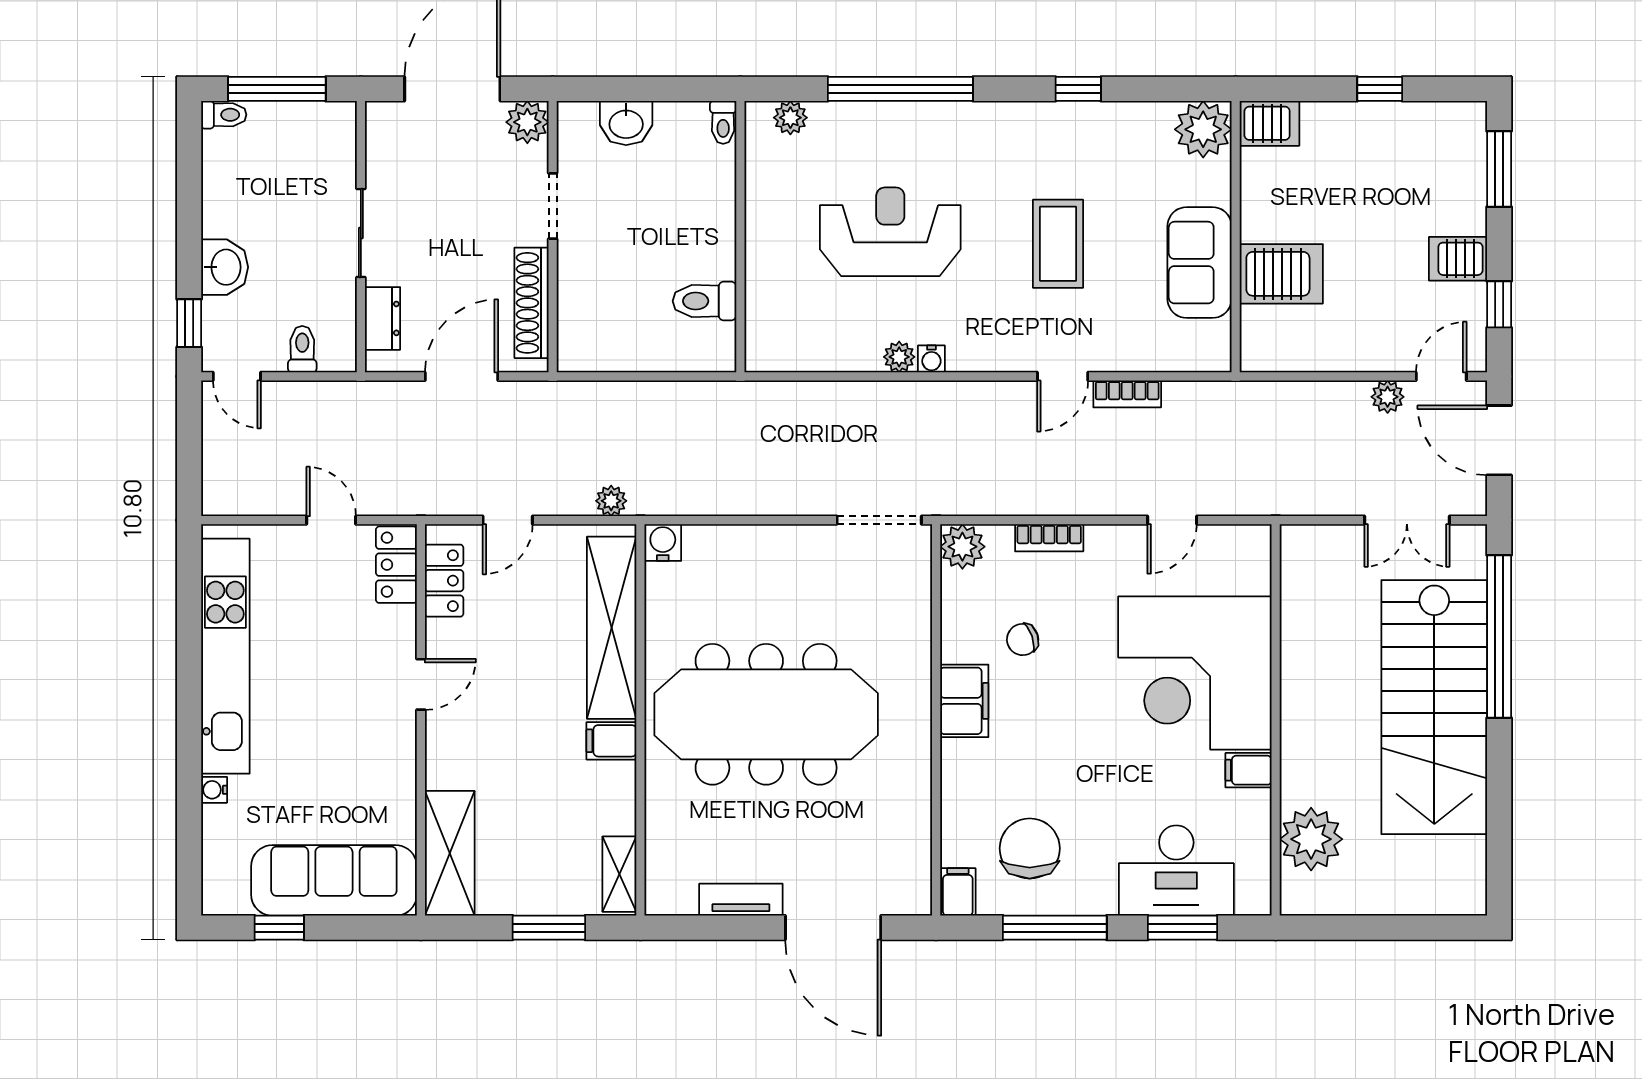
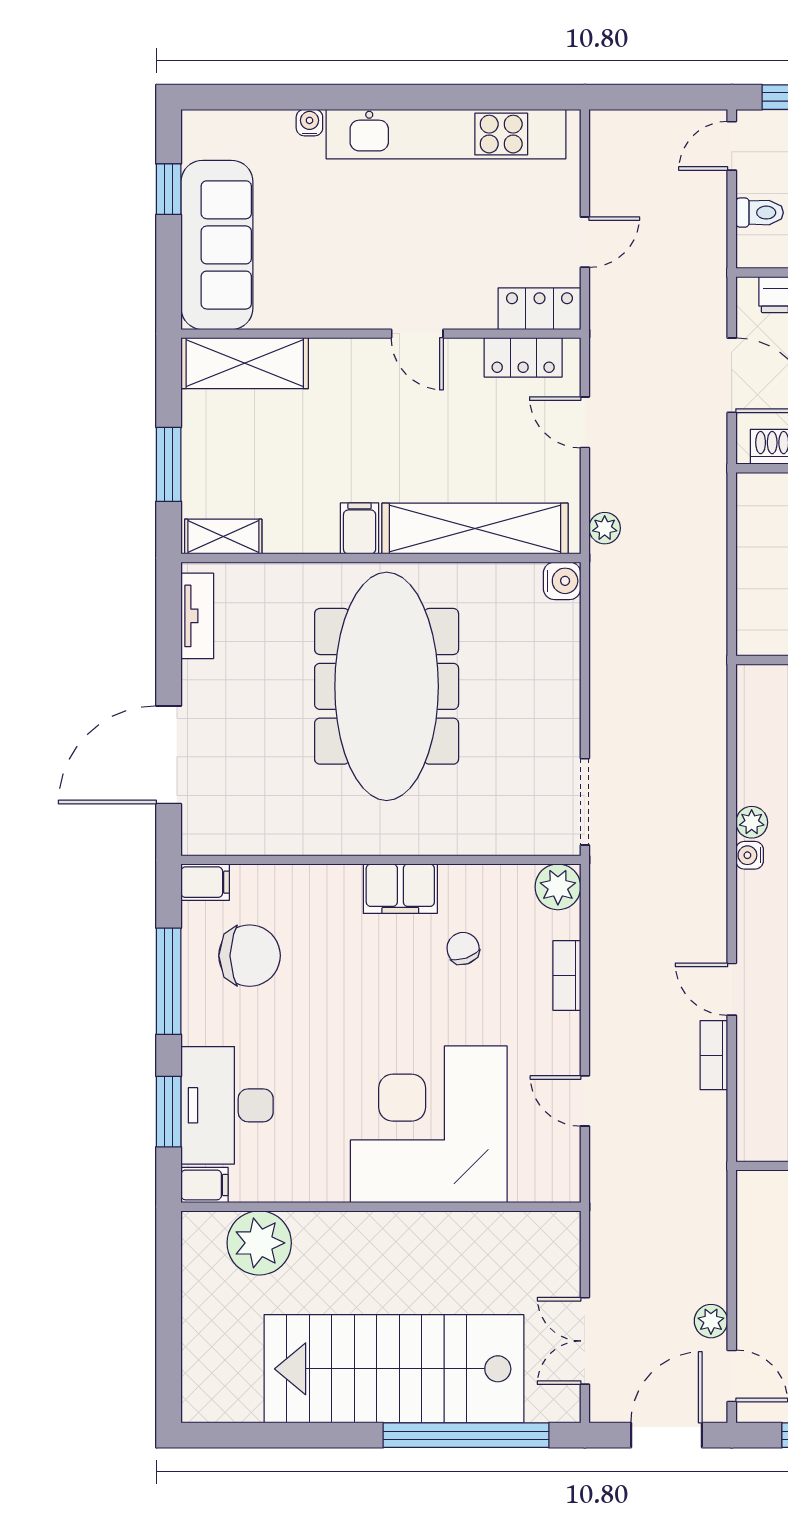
filing cabinet: (1248, 770) -> (205, 1185), moved, turned 90
tv unit: (741, 900) -> (197, 616), moved

